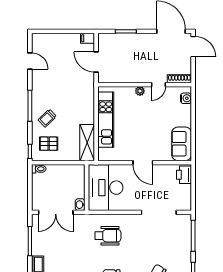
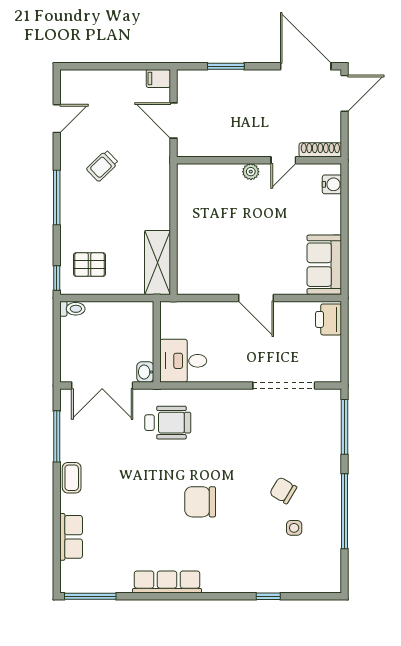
door: (193, 47) -> (345, 93), hinge flipped
door: (30, 61) -> (57, 119), hinge flipped
trolley: (47, 118) -> (102, 166), moved
kitchen unit: (106, 120) -> (190, 222), removed
desk: (106, 188) -> (183, 361), width x0.53, depth x0.77
wheelchair: (108, 236) -> (168, 423), moved

